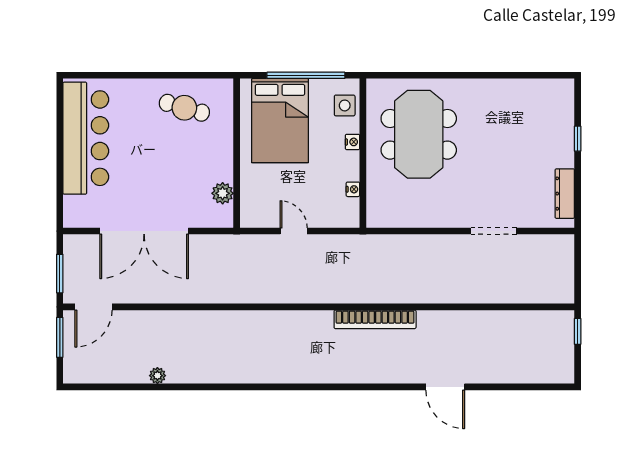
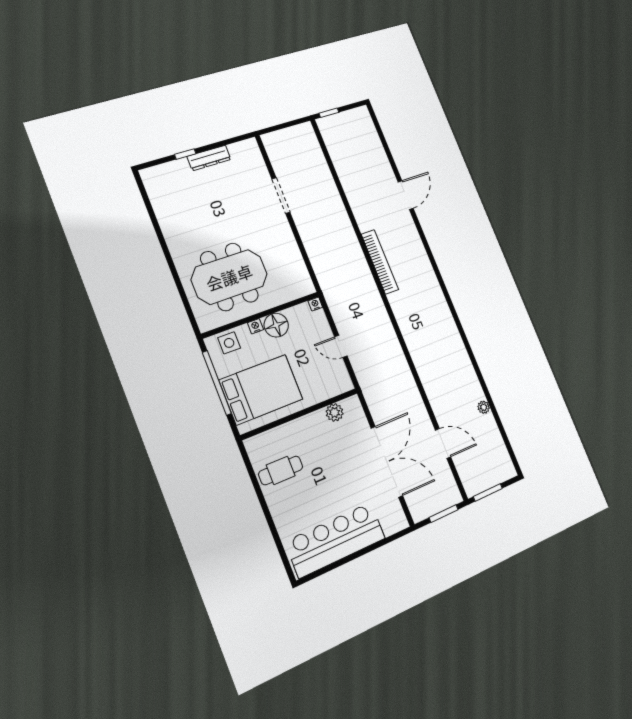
cafe table: (184, 108) -> (281, 470), turned 74
floor lamp: (345, 166) -> (276, 325), added
nightstand: (353, 189) -> (315, 304), moved
dresser: (565, 194) -> (209, 158), moved
door: (294, 231) -> (341, 346), hinge flipped
door: (93, 307) -> (443, 444), moved

